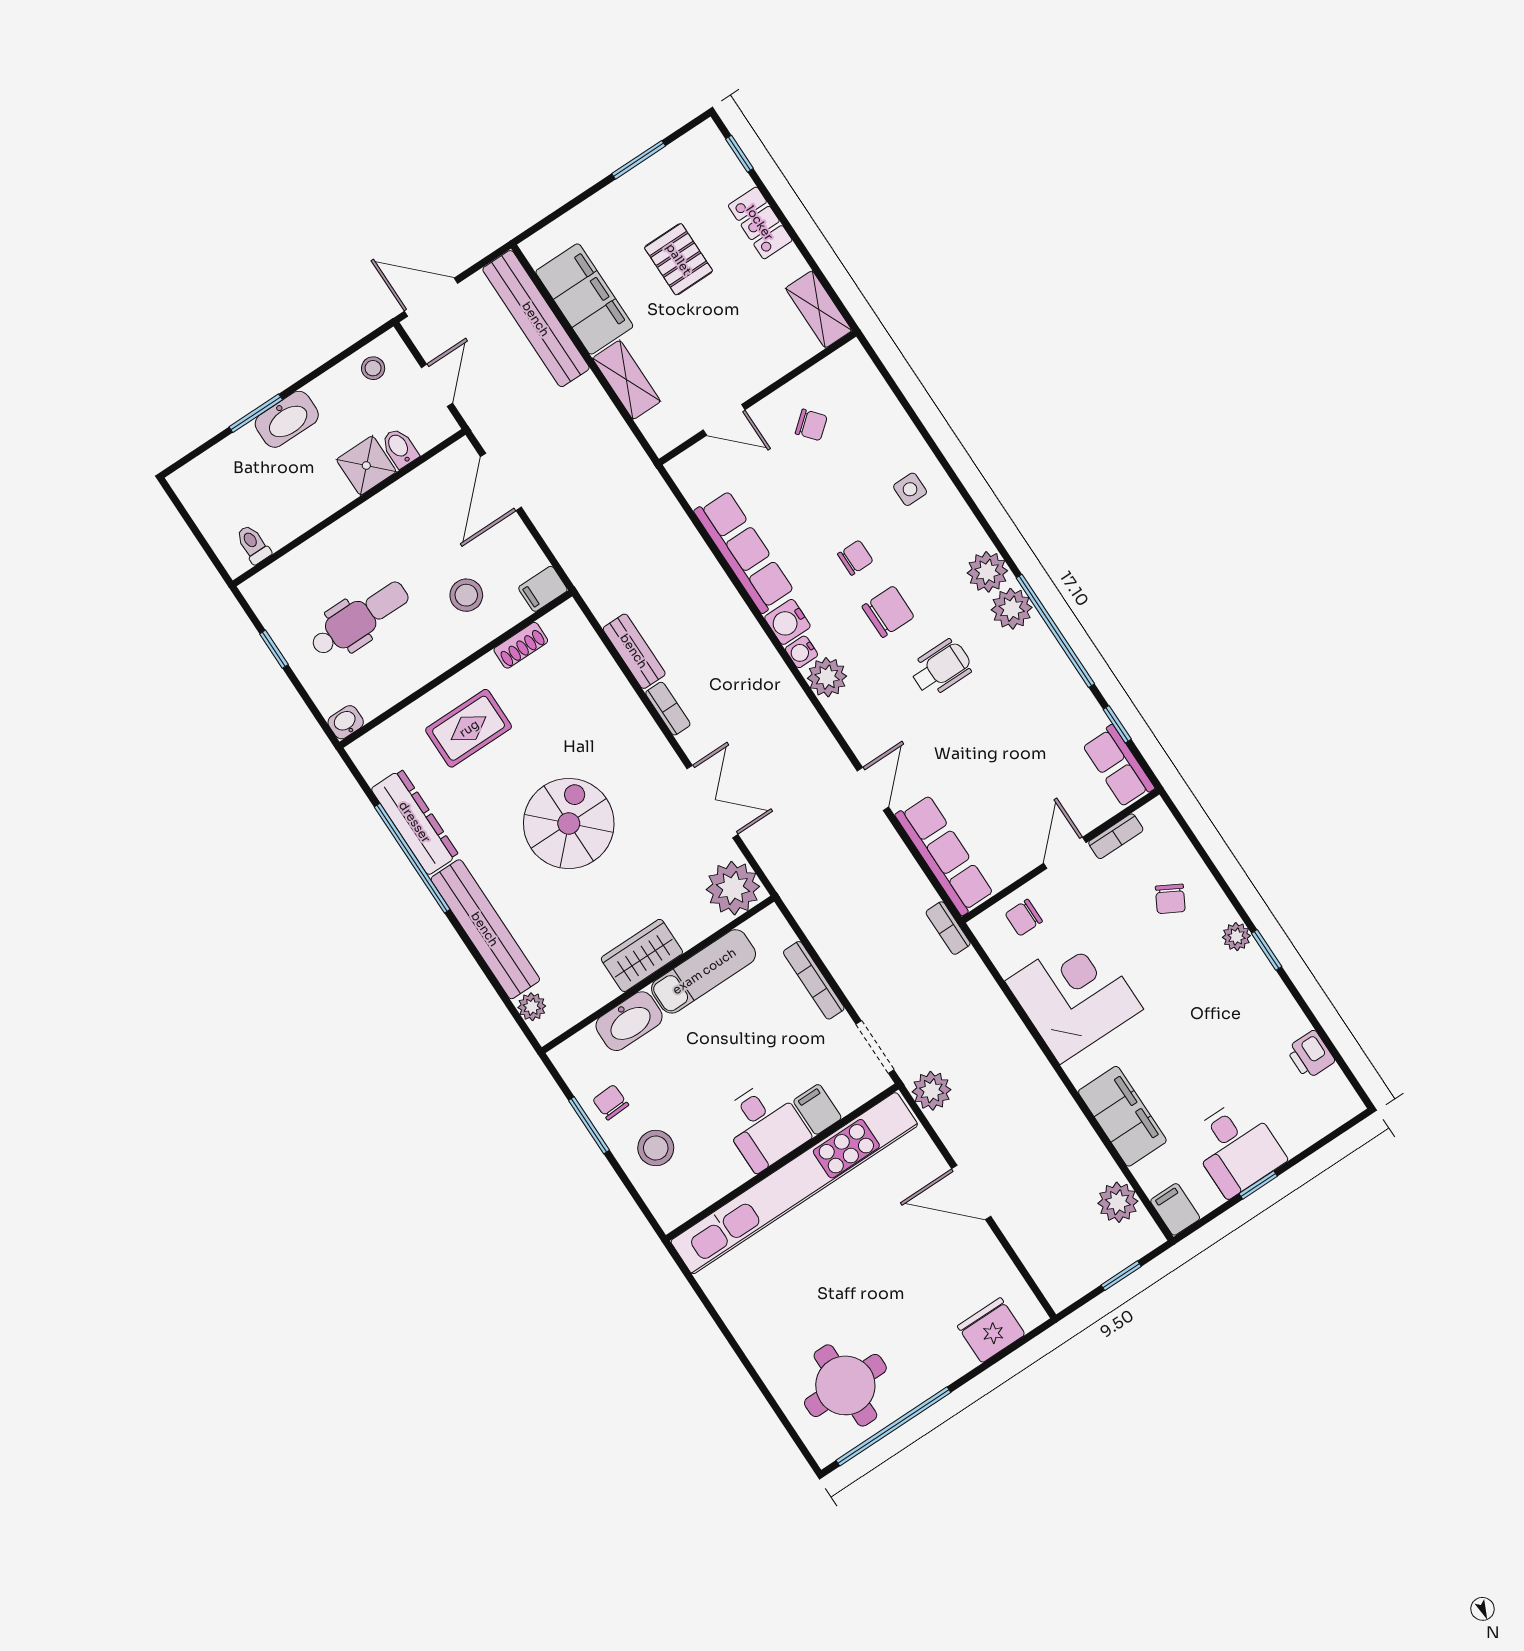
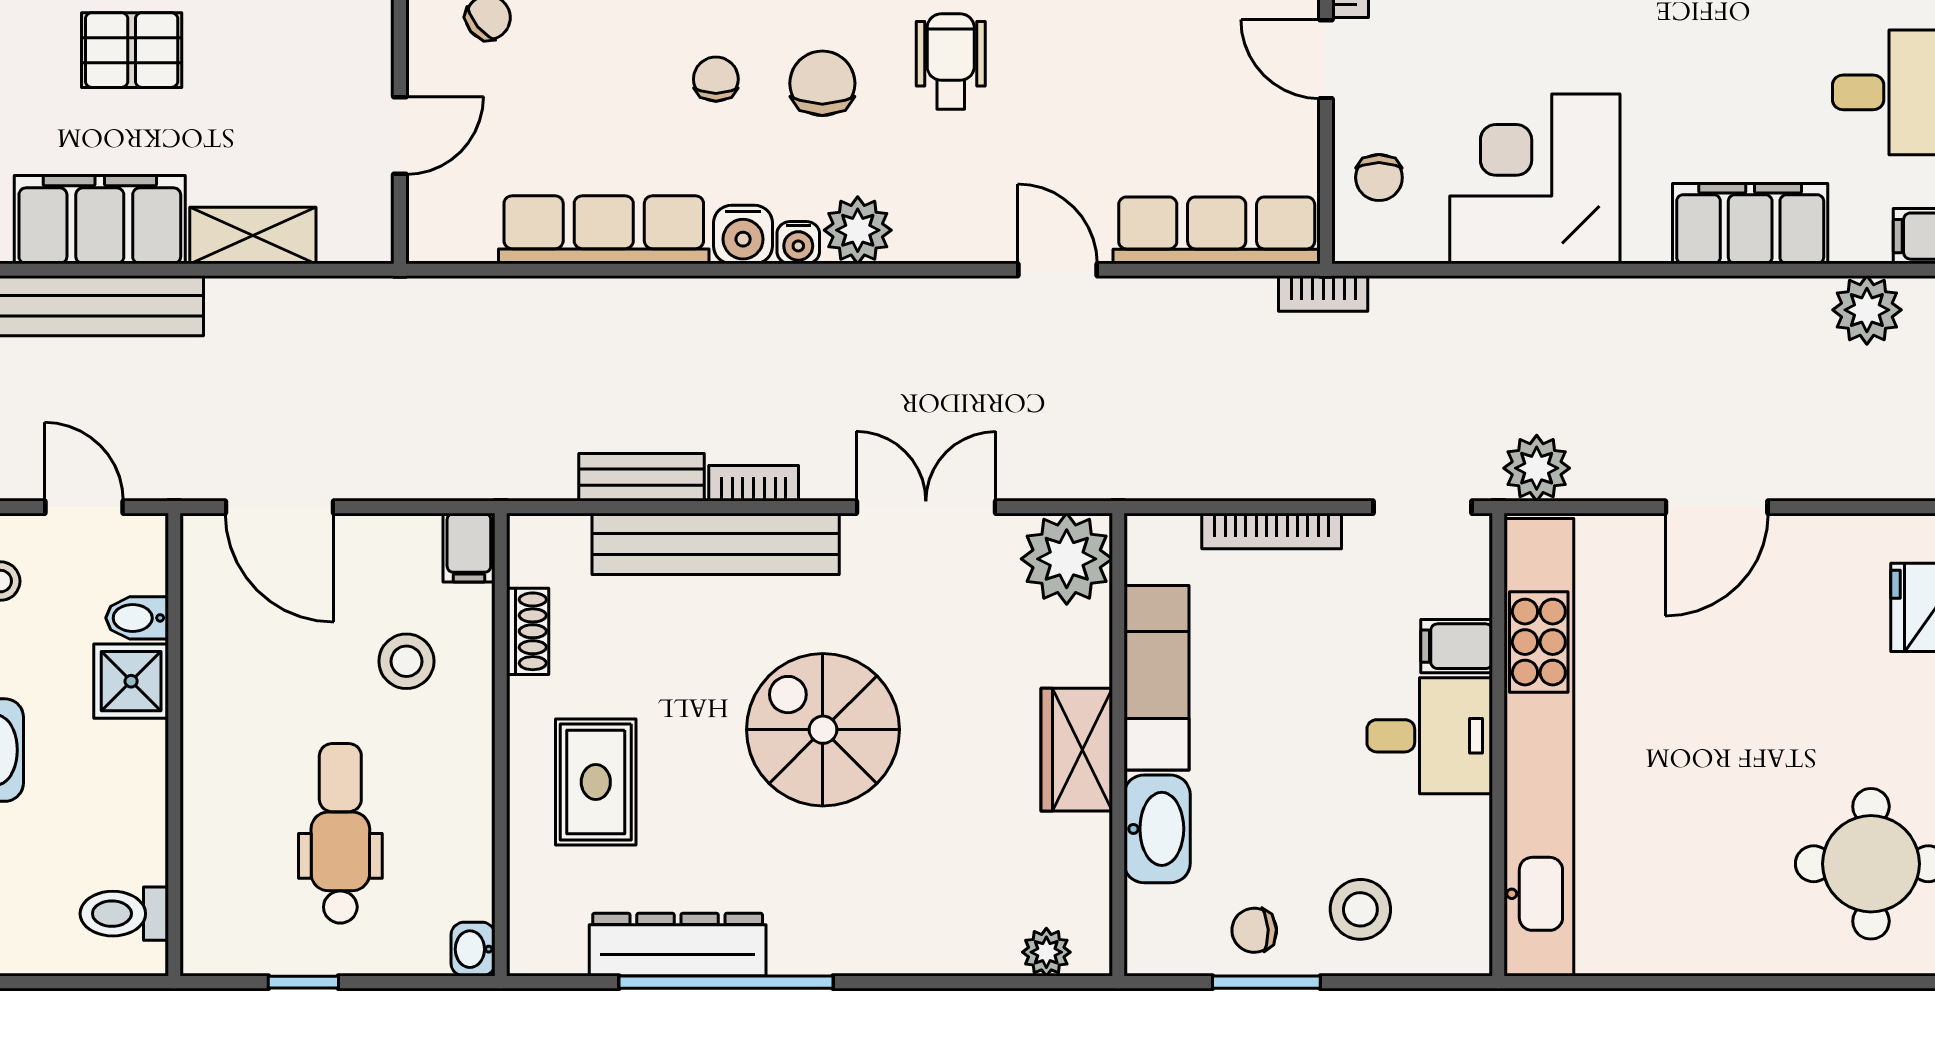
toilet: (253, 544) -> (124, 914), width x1.37, depth x1.39
bench: (485, 929) -> (716, 544), moved

